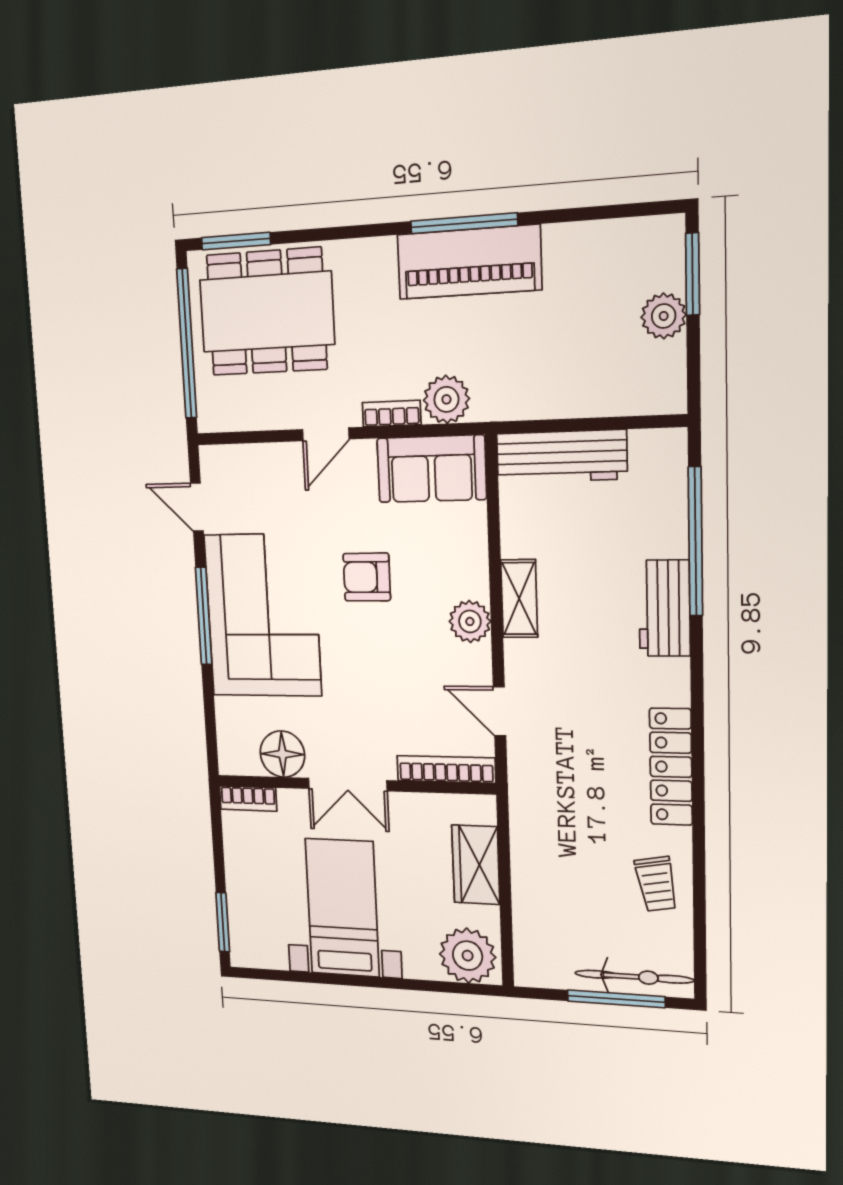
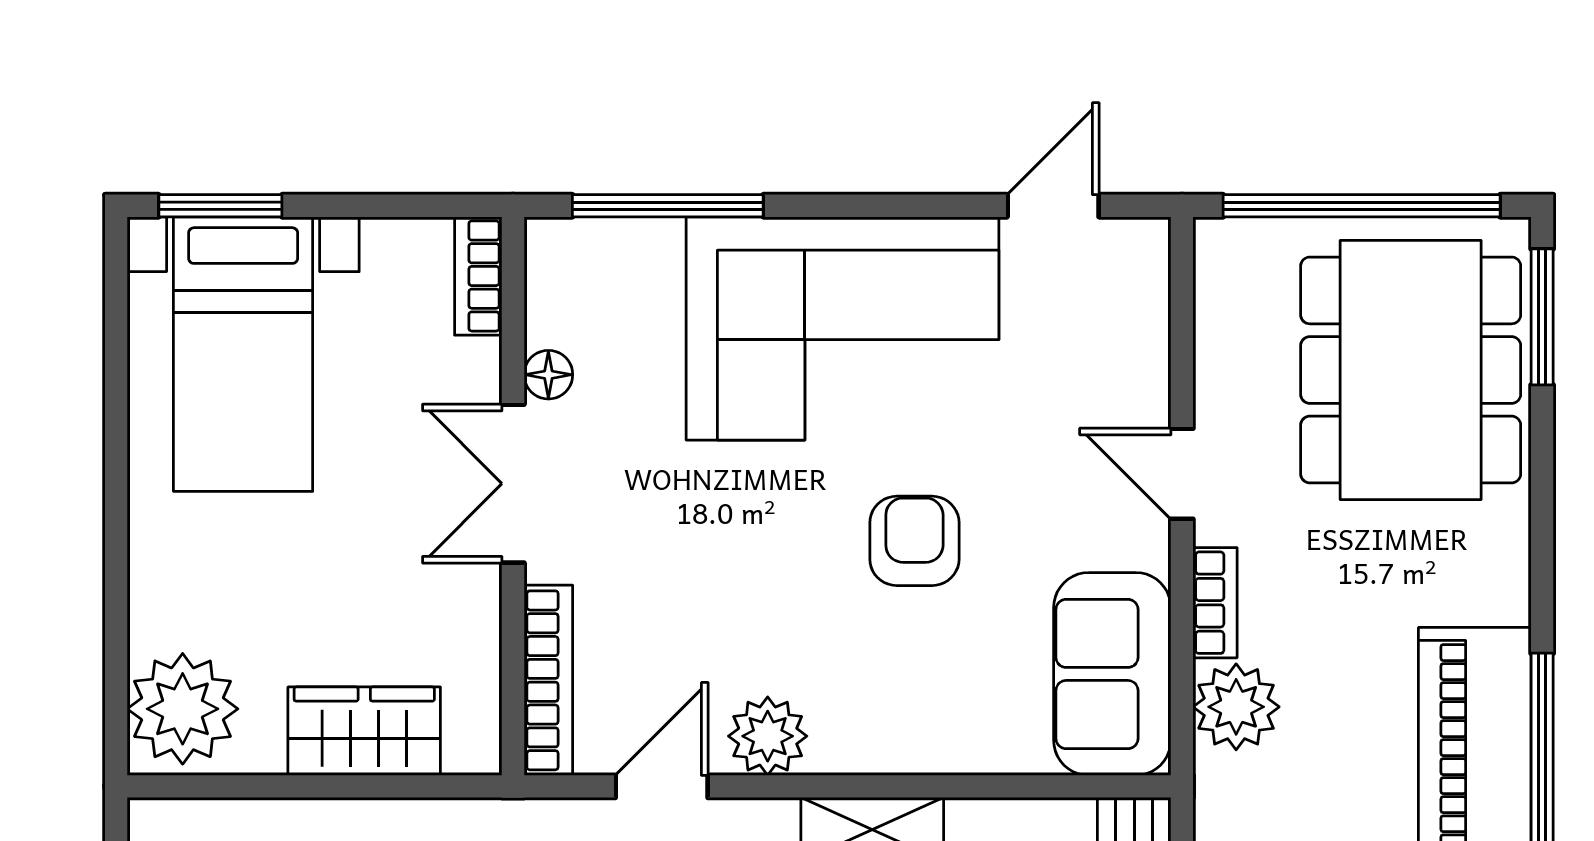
window: (204, 616) -> (668, 206), moved
plant: (470, 621) -> (768, 736), moved
floor lamp: (282, 754) -> (548, 375), width x0.53, depth x0.53
bed with nightstands: (342, 908) -> (243, 354), moved, turned 90

